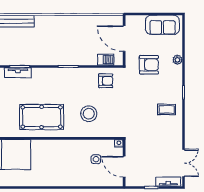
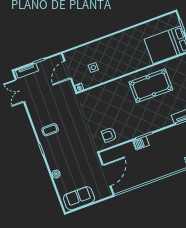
door: (124, 39) -> (106, 175), hinge flipped
barbecue: (106, 60) -> (141, 143), moved
armchair: (149, 65) -> (78, 161), removed
stool: (89, 114) -> (113, 103), removed
door: (124, 167) -> (68, 70), swing flipped

